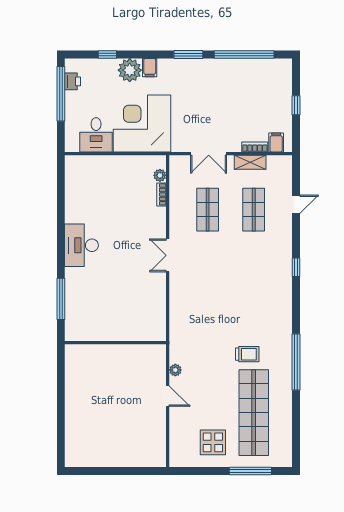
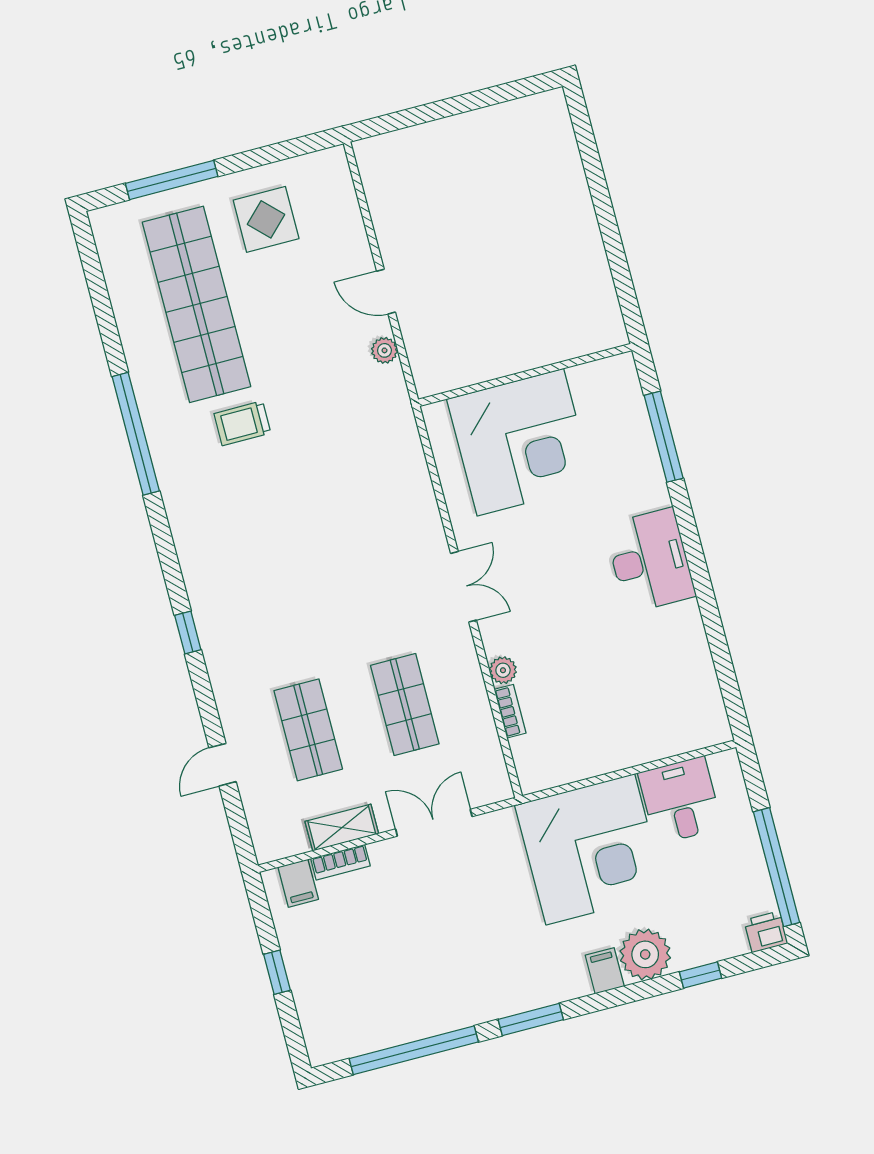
printer: (73, 81) -> (766, 932), moved, turned 90
plant: (160, 175) -> (503, 670), moved
corner desk: (125, 313) -> (520, 442), added

